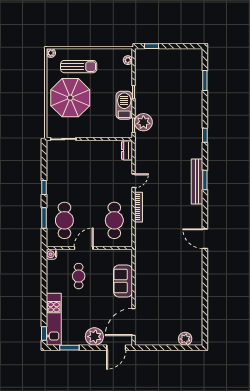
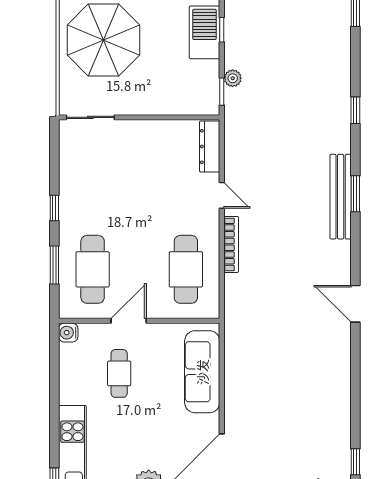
barbecue: (124, 105) -> (205, 32), moved
plant: (143, 122) -> (233, 78), width x0.53, depth x0.53
dresser: (127, 150) -> (210, 147), width x1.44
door: (134, 181) -> (222, 195), hinge flipped
sofa: (123, 281) -> (202, 372), width x1.36
window: (205, 323) -> (355, 462), added

